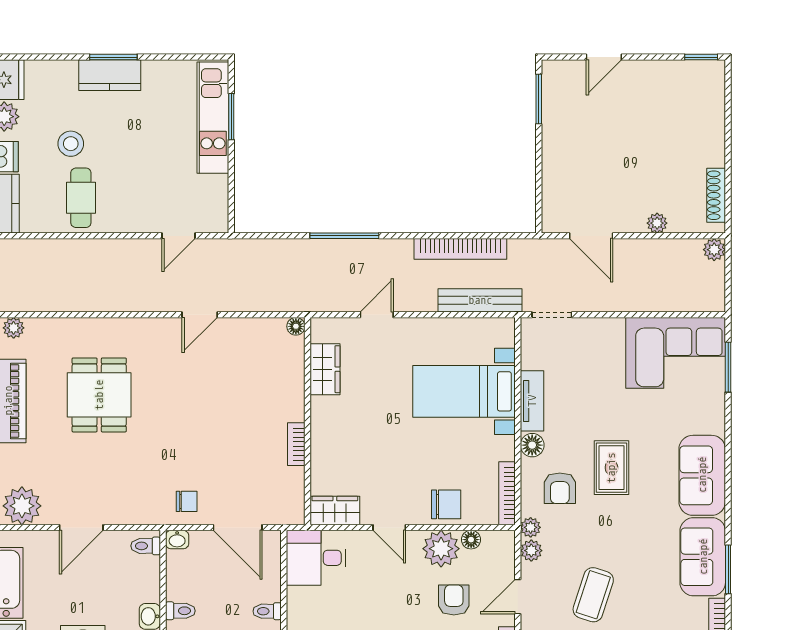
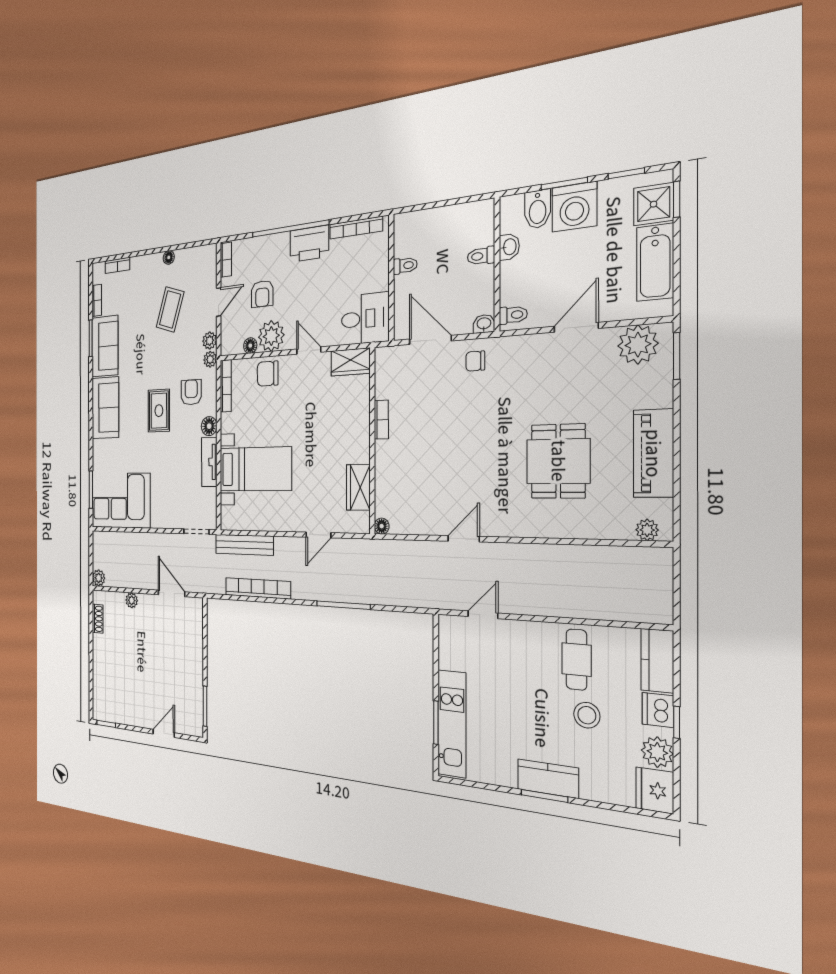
shoe rack: (716, 195) -> (98, 619), width x0.70

